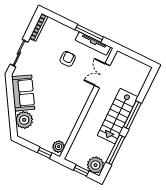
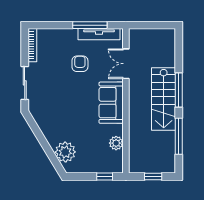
sofa: (23, 93) -> (111, 103), moved, turned -149
plant: (59, 147) -> (116, 143), moved
plant: (95, 165) -> (165, 163), removed

